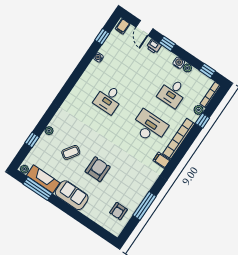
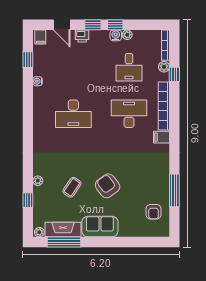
window: (207, 71) -> (115, 25), moved
desk: (109, 99) -> (73, 114), width x1.37
armchair: (98, 169) -> (108, 186), turned -37

